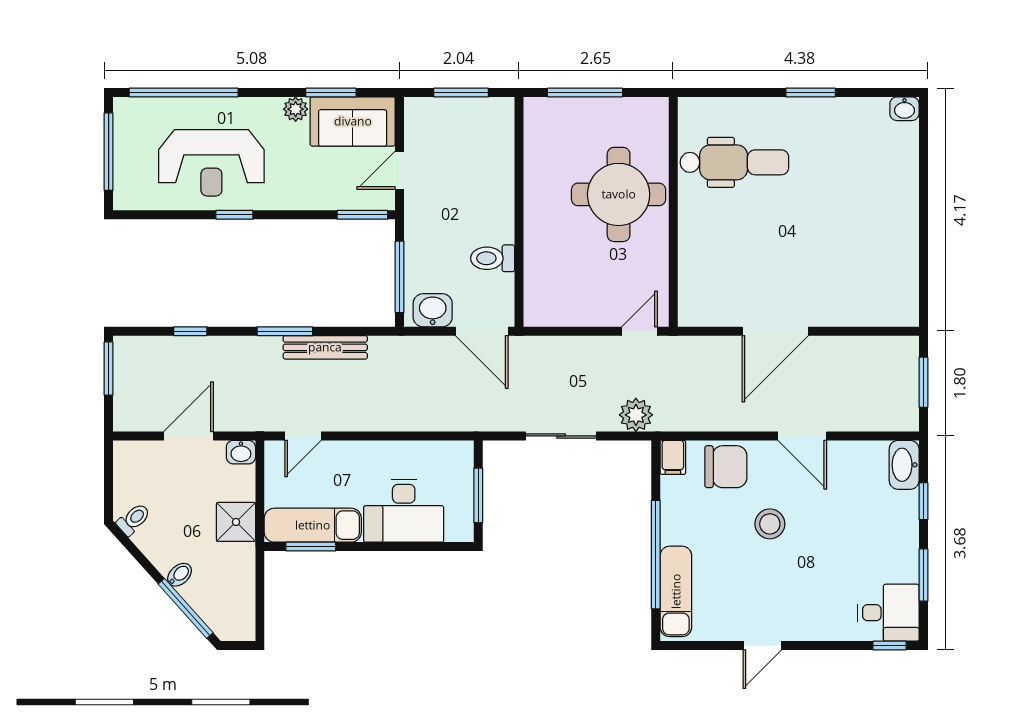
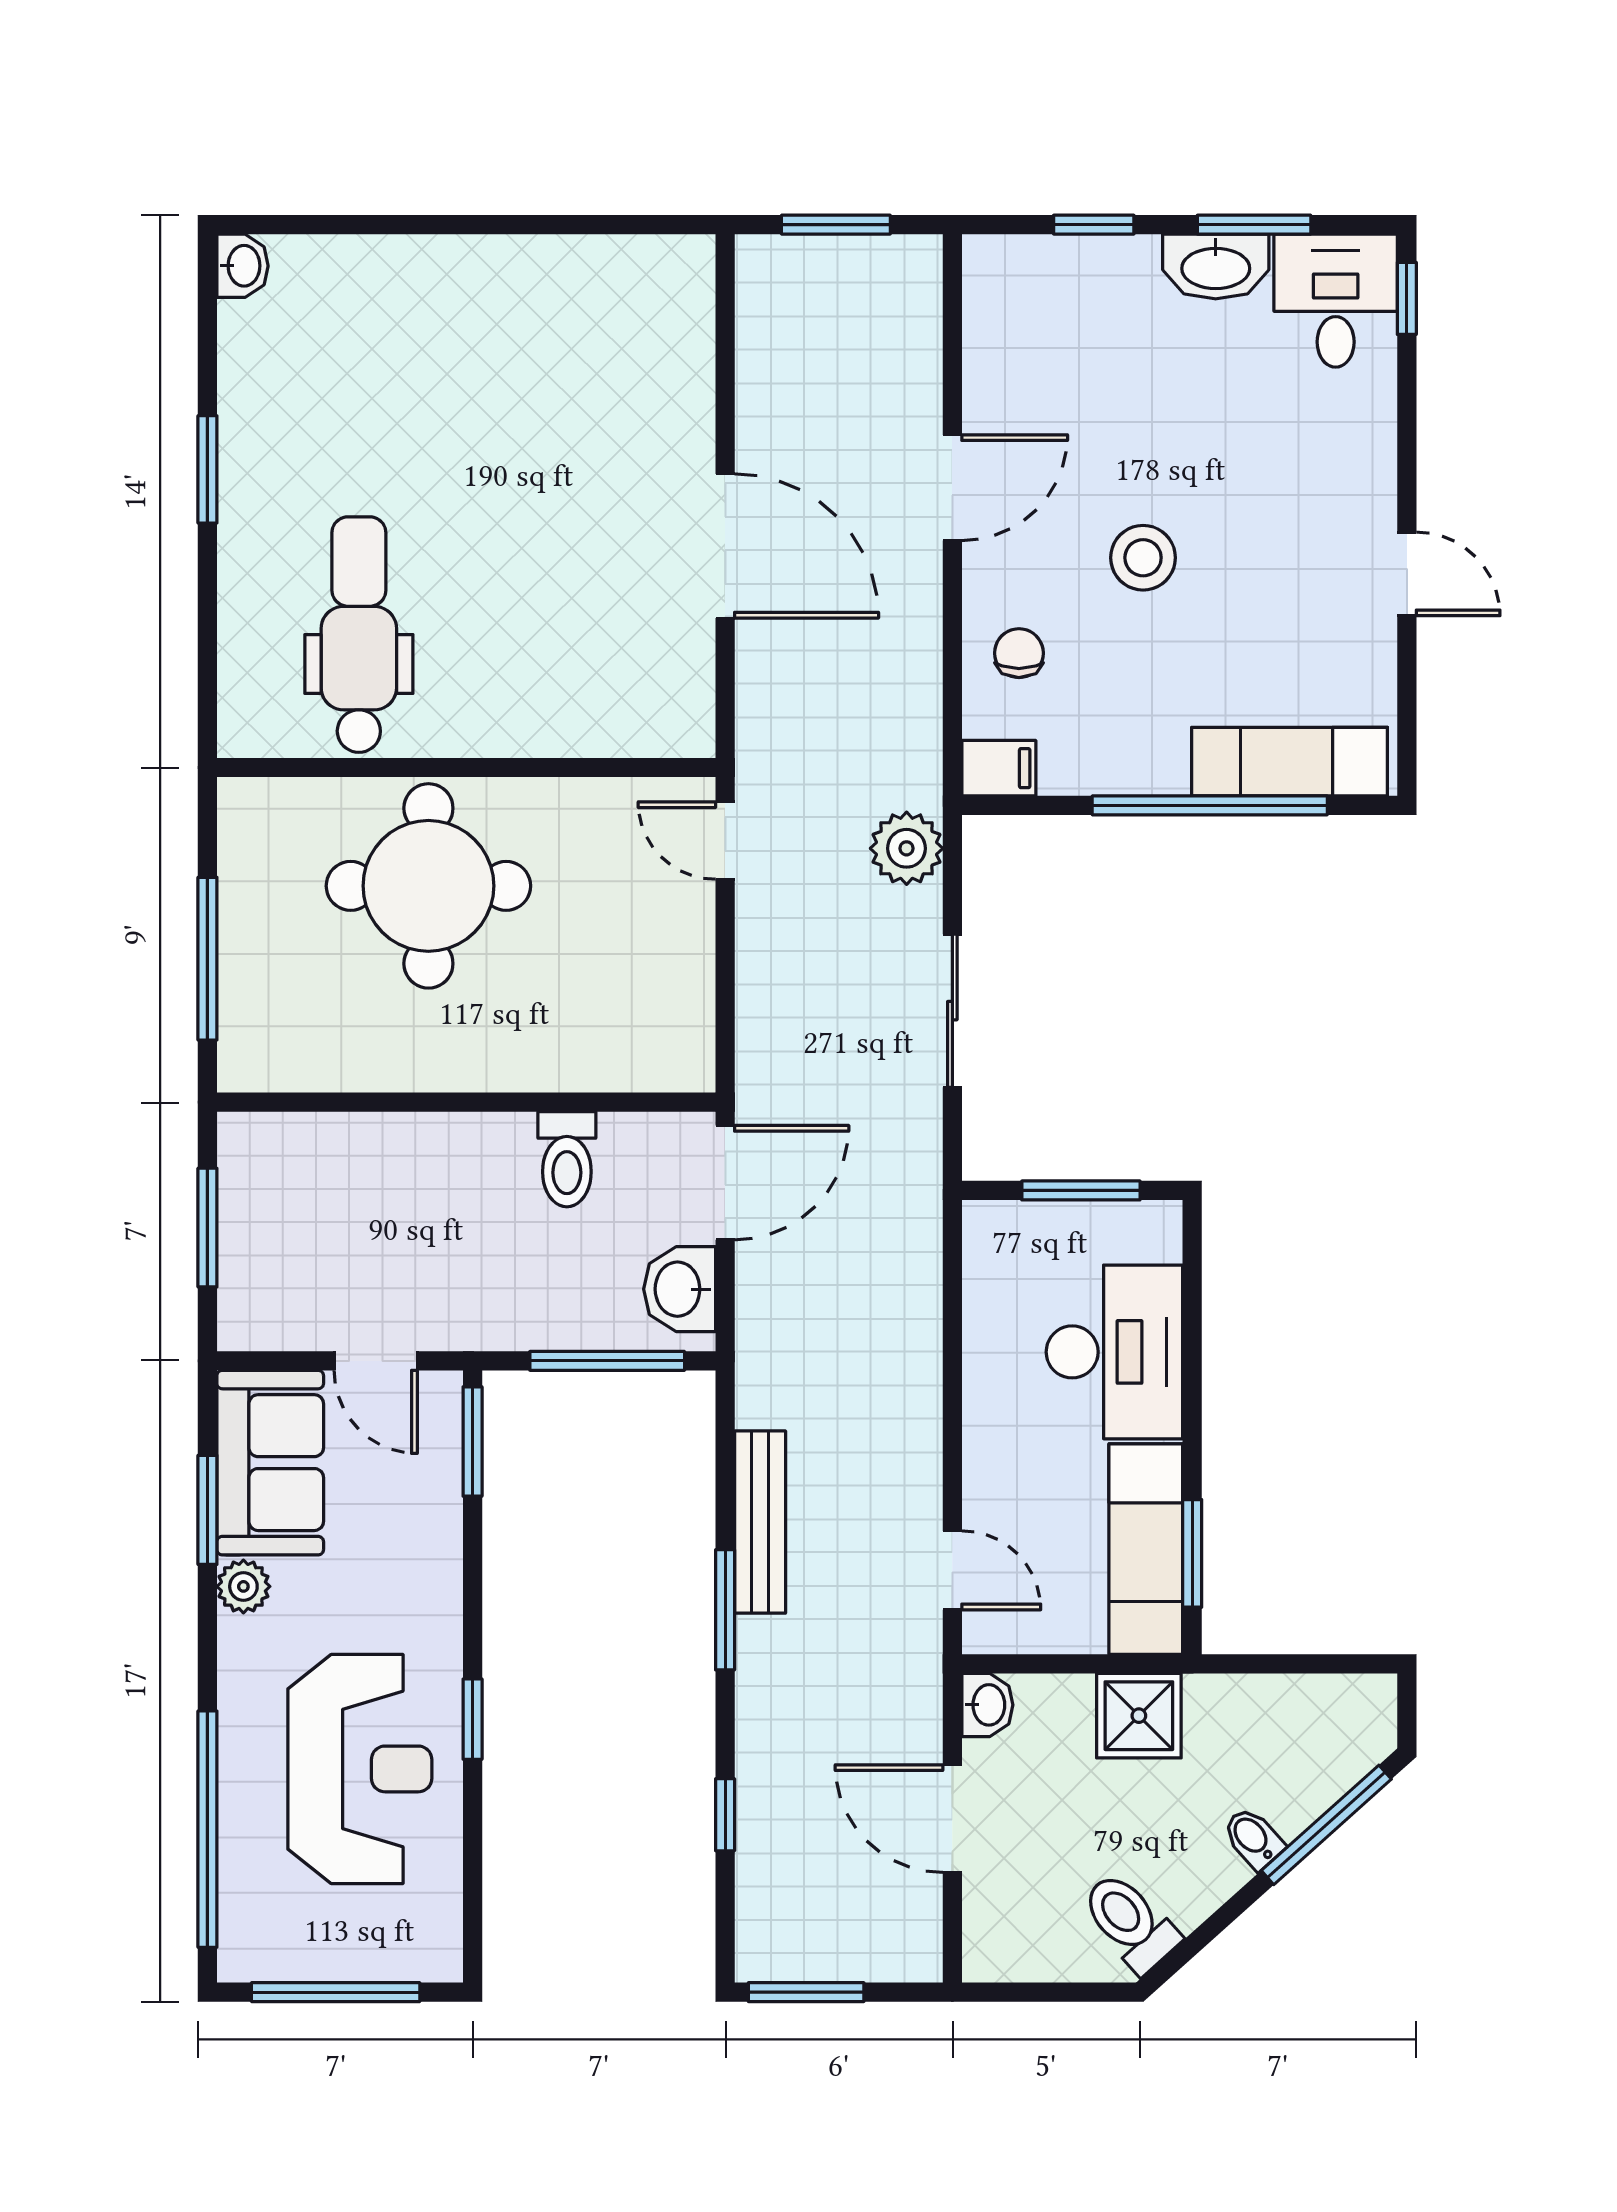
washbasin: (904, 465) -> (1216, 267), moved
chair: (726, 467) -> (1019, 653), width x0.54, depth x0.54
toilet: (134, 519) -> (1130, 1922), width x1.37, depth x1.39

